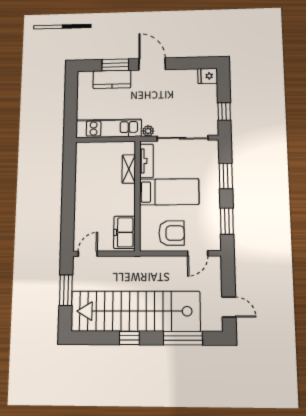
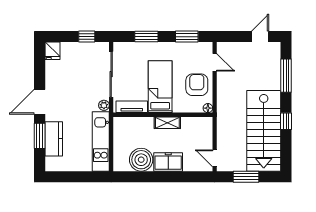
shelving: (129, 169) -> (167, 123), moved
boiler: (88, 172) -> (141, 160), added
freezer: (124, 232) -> (168, 162), moved, turned 180
floor lamp: (145, 246) -> (208, 108), added
stairs: (135, 311) -> (264, 131), width x0.73

